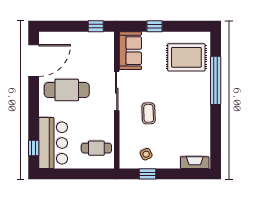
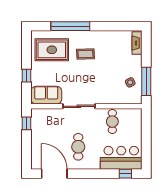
rug: (186, 57) -> (52, 50), turned 90
cafe table: (67, 90) -> (78, 147), width x0.73, depth x0.74
coffee table: (149, 113) -> (85, 54), moved
cafe table: (96, 148) -> (112, 122), moved
window: (147, 174) -> (146, 81), width x2.17

